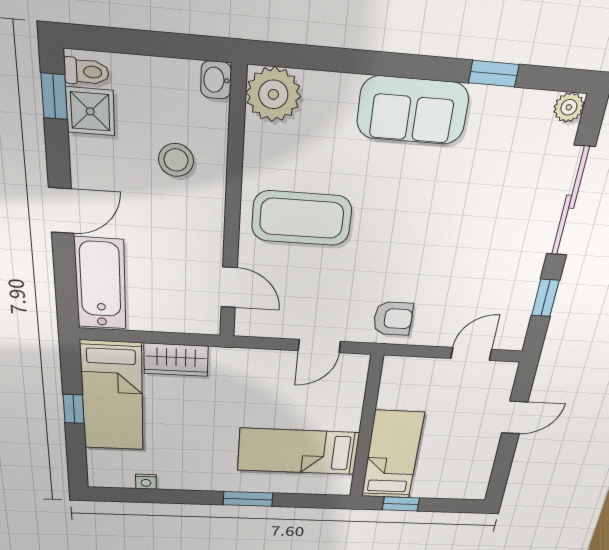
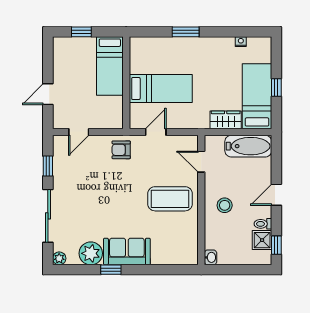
toilet: (86, 72) -> (263, 224), moved
window: (494, 74) -> (111, 270), moved
plant: (273, 94) -> (91, 253), moved
stool: (176, 160) -> (225, 205), moved
bathtub: (100, 284) -> (248, 146), moved, turned -90
bed: (298, 451) -> (161, 89), moved
window: (401, 504) -> (81, 32), moved

